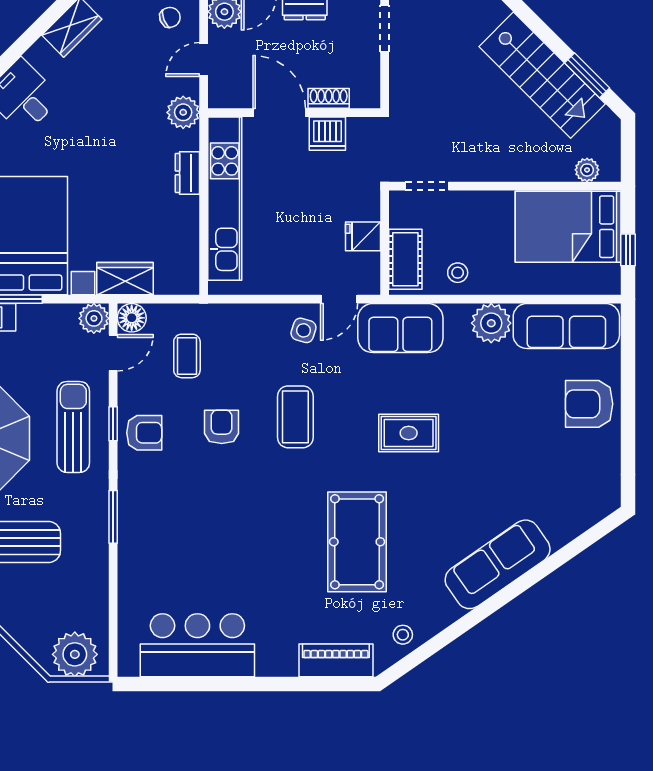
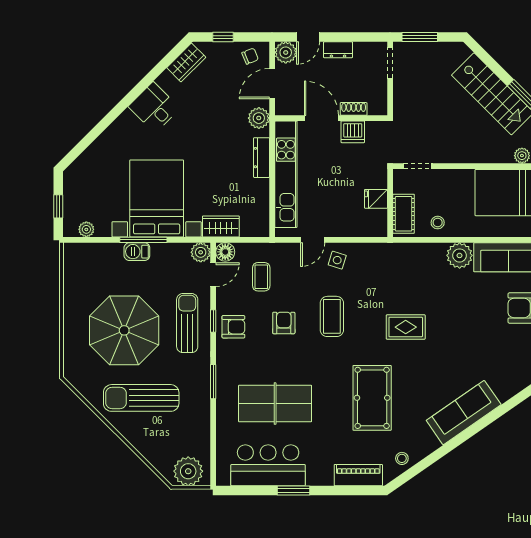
door: (204, 59) -> (272, 84), width x1.38
dresser: (187, 173) -> (262, 158), width x1.44
door: (339, 299) -> (313, 240), moved
sofa: (400, 328) -> (400, 259), removed
table tennis table: (208, 550) -> (275, 404), added
window: (236, 684) -> (293, 490), added

